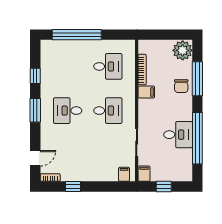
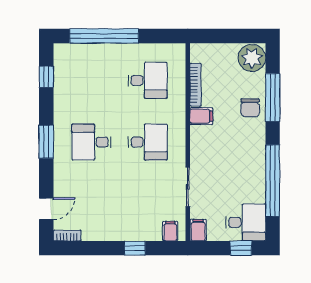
window: (35, 76) -> (46, 77), moved
desk: (178, 135) -> (246, 222), moved
window: (73, 187) -> (135, 248), moved
window: (164, 187) -> (241, 248), moved

